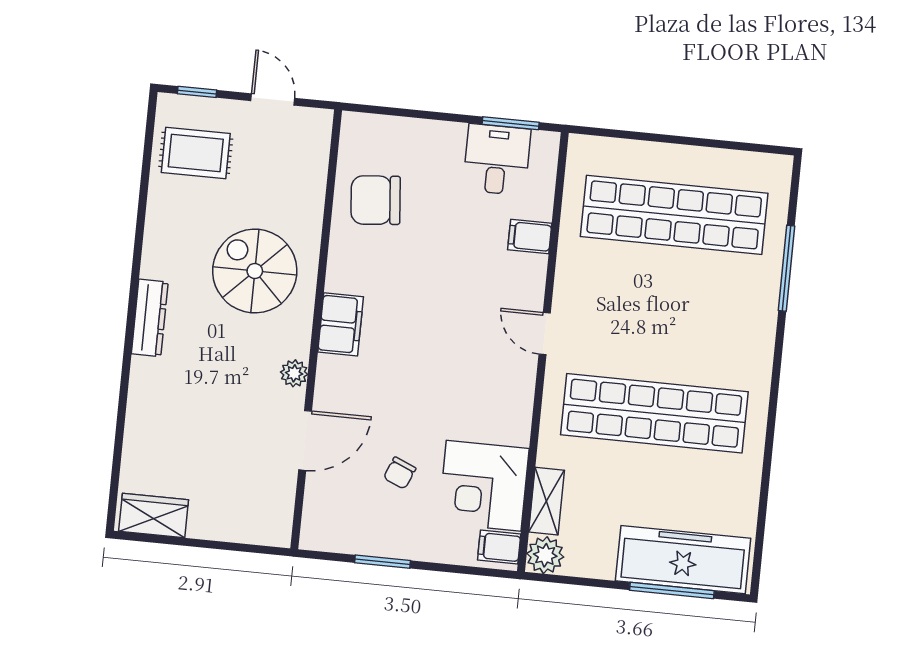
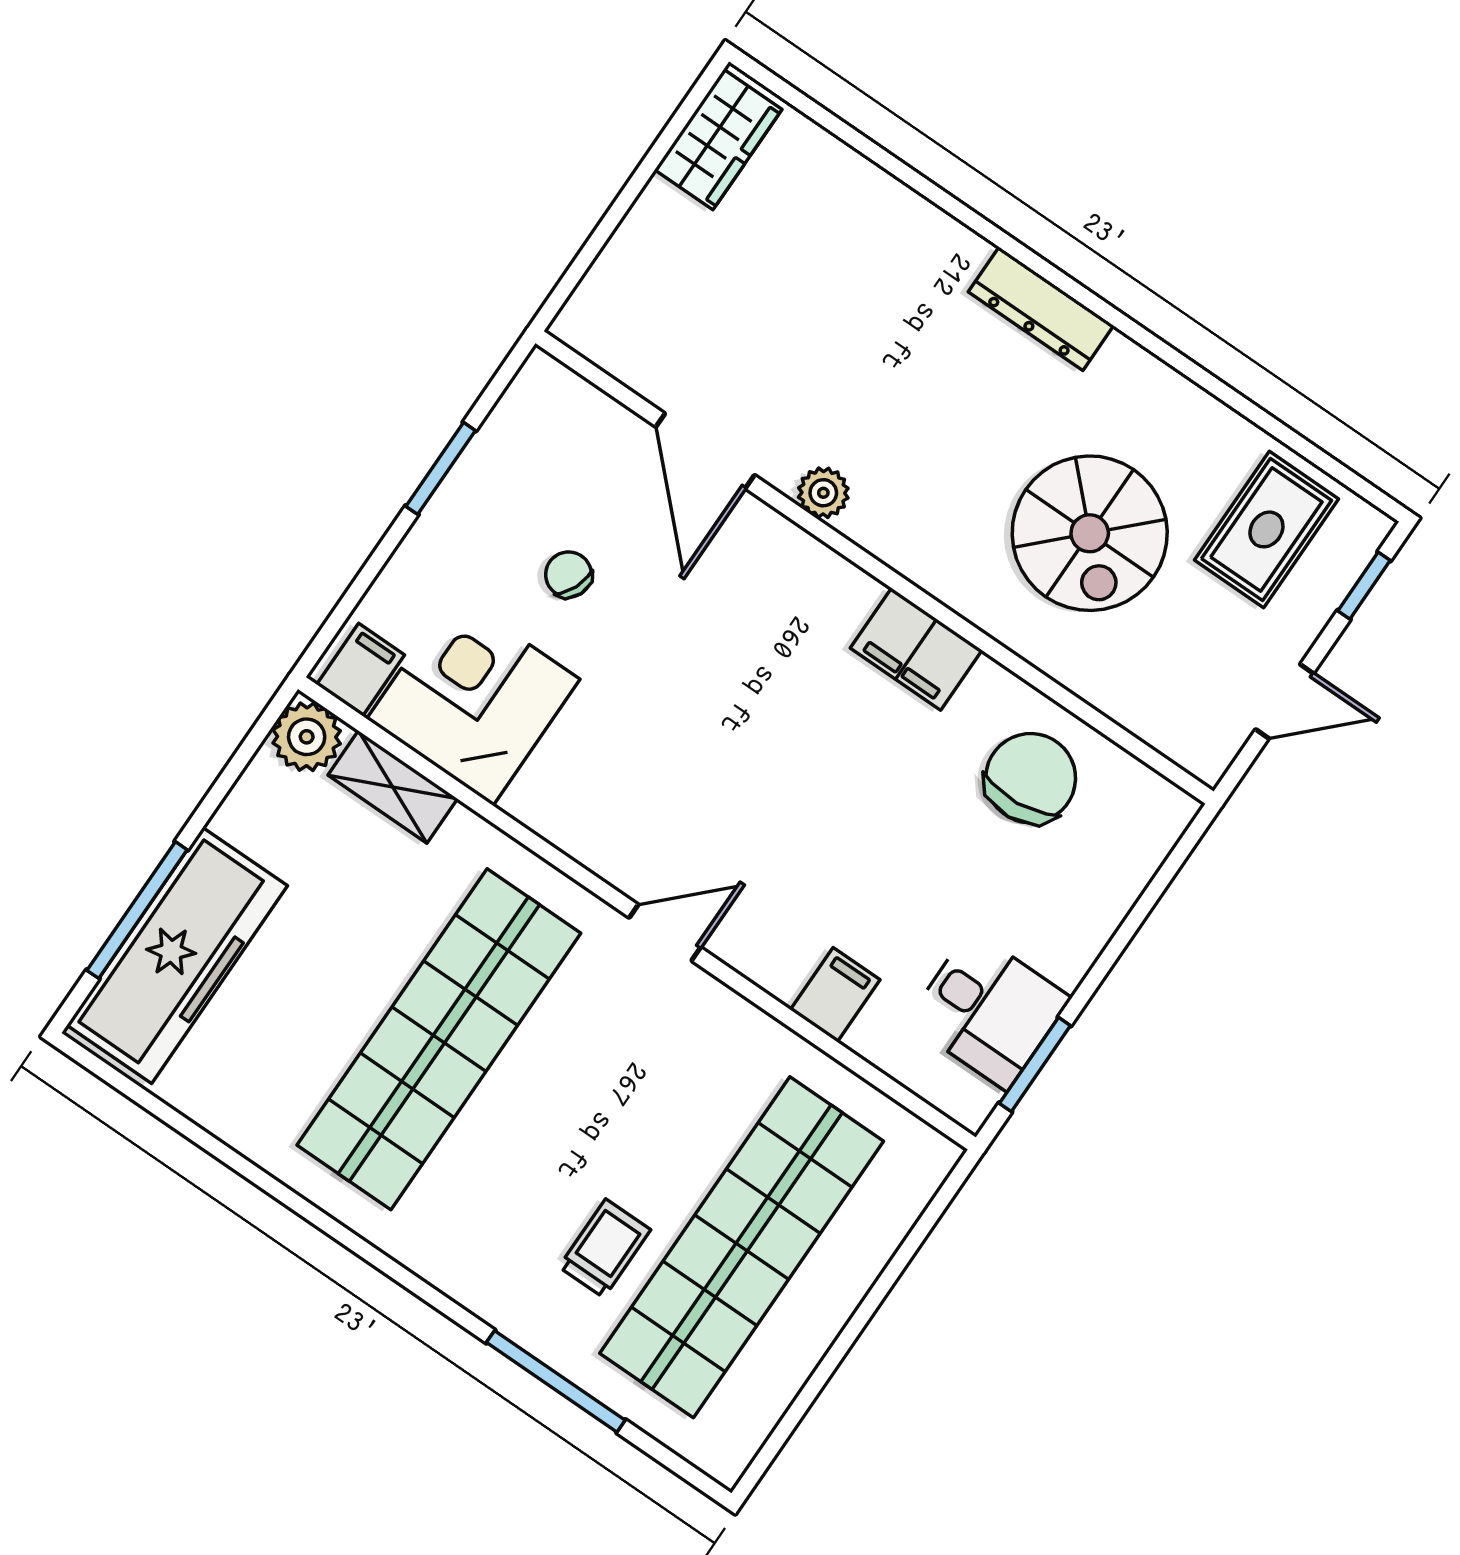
spiral stairs: (255, 271) -> (1090, 533), moved, turned 90
trolley: (711, 280) -> (605, 1248), added
filing cabinet: (341, 324) -> (916, 649), moved

